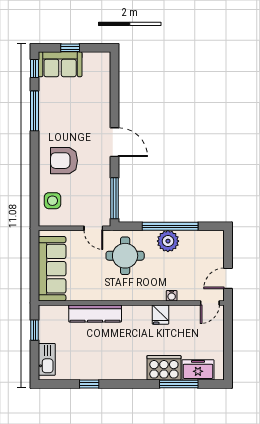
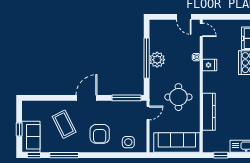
coffee table: (78, 111) -> (64, 124), added
round table: (125, 256) -> (178, 97), moved

